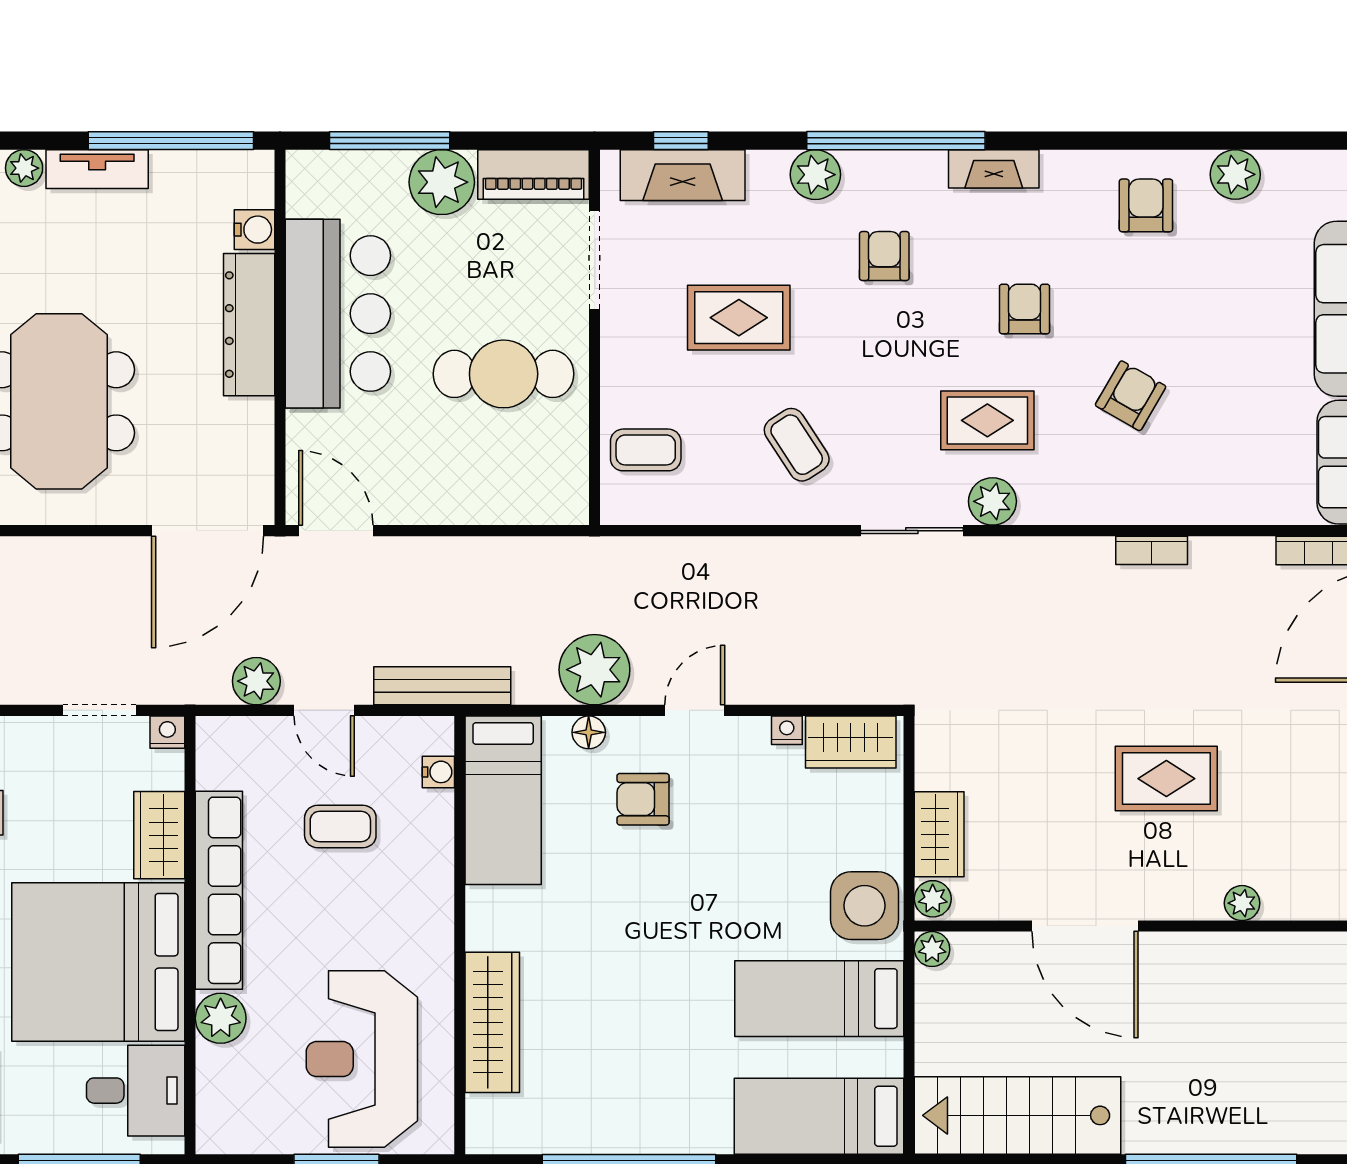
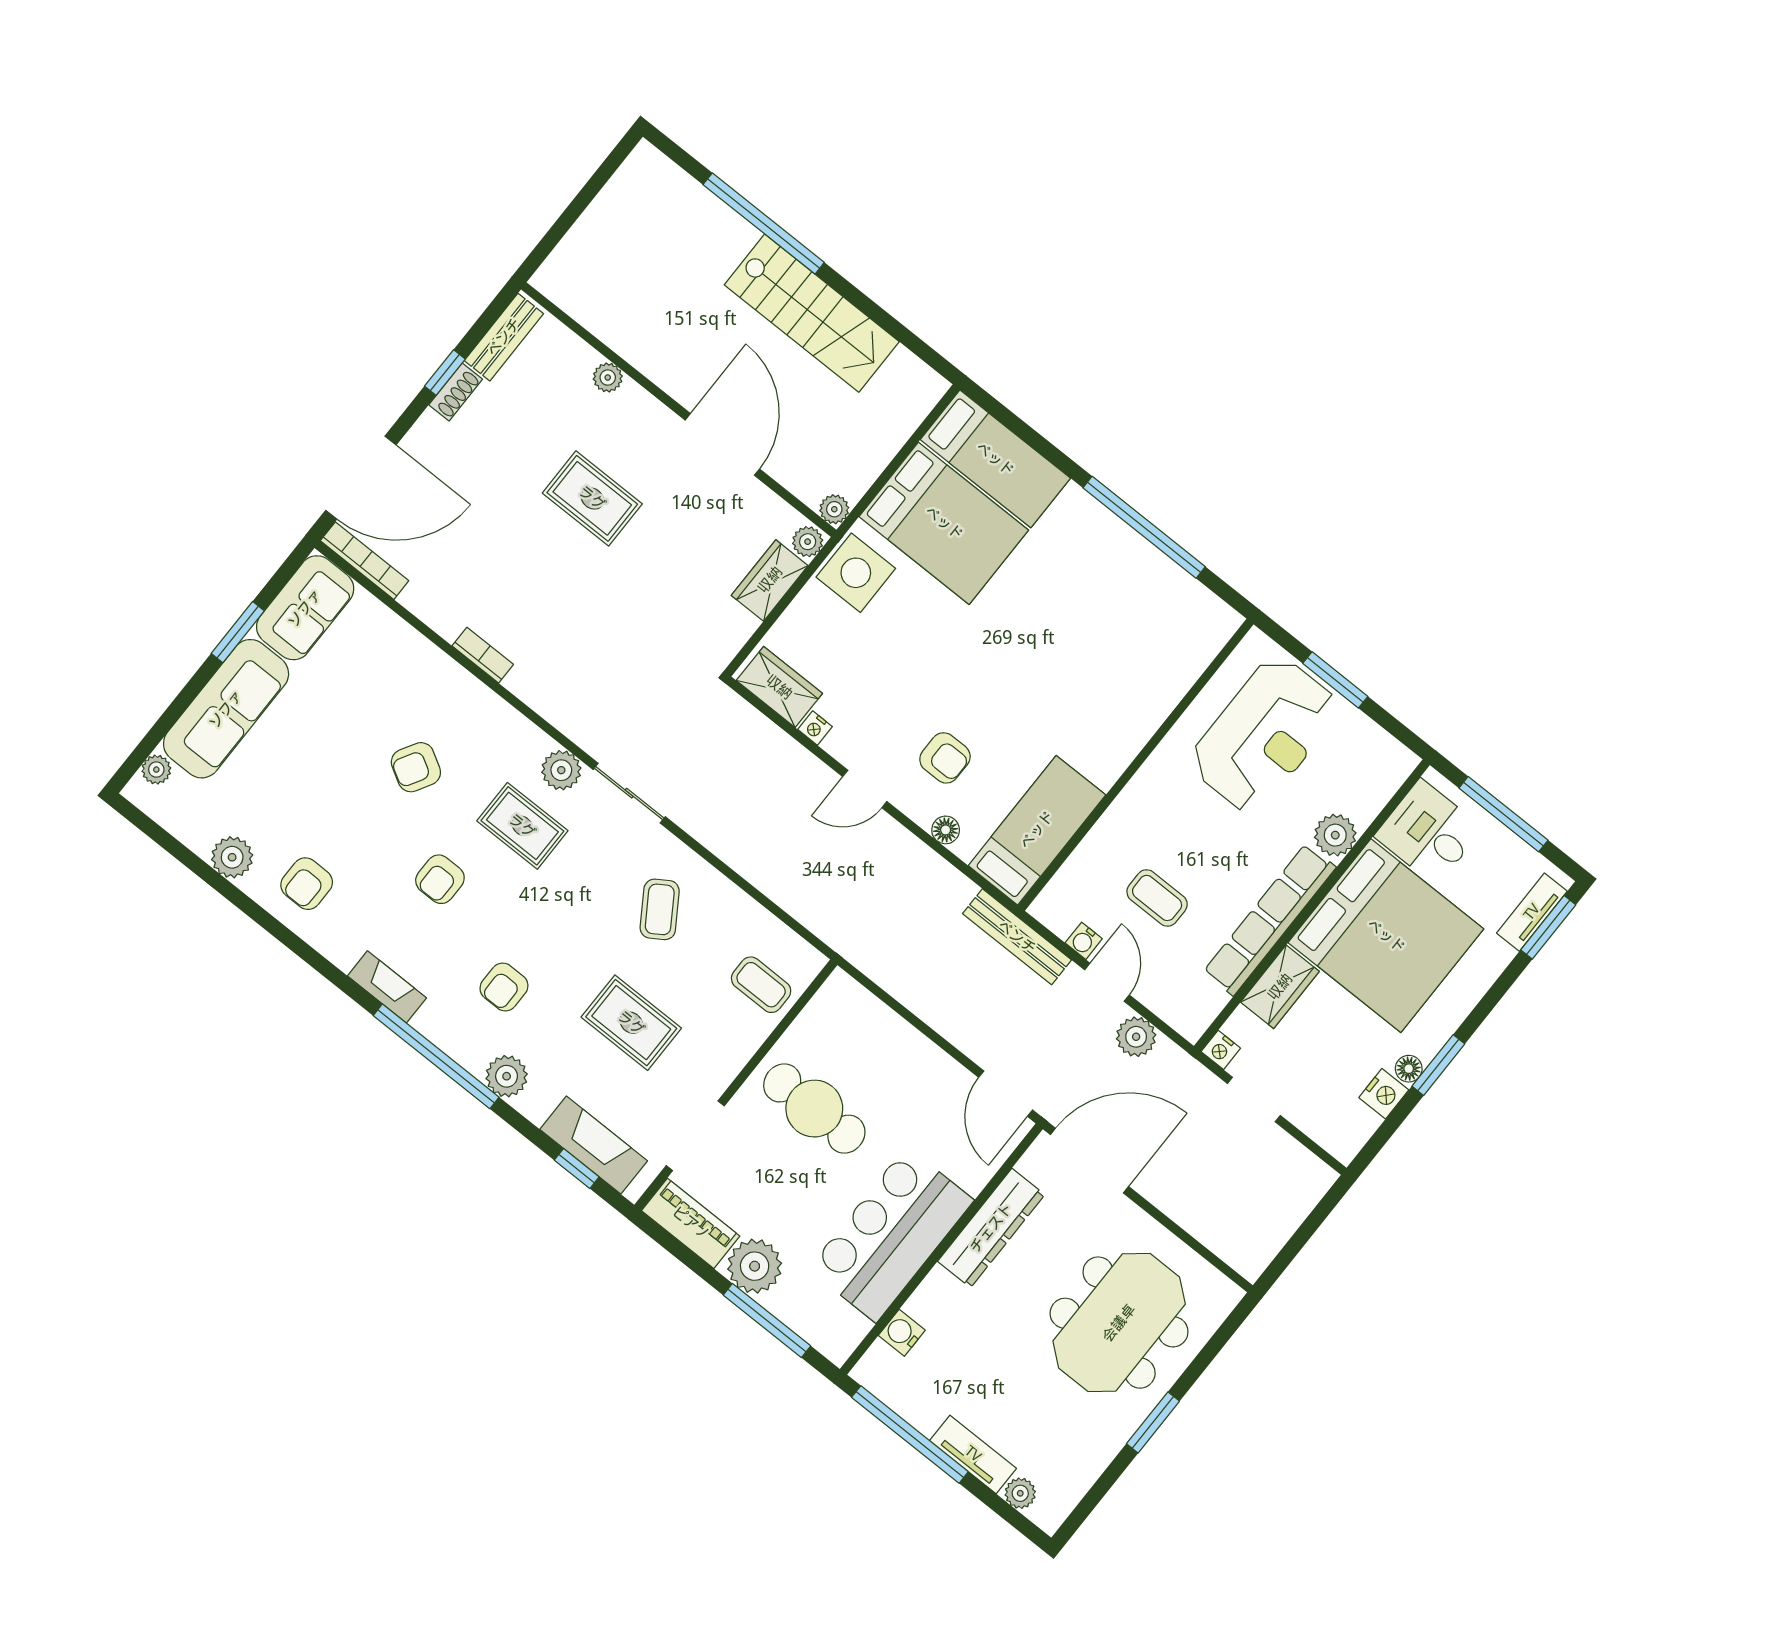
dresser: (249, 325) -> (991, 1228), moved
plant: (594, 670) -> (909, 868), removed
water cooler: (438, 772) -> (1084, 941), moved, turned -90
bed: (819, 999) -> (944, 523), width x1.50
wardrobe: (492, 1022) -> (1160, 691), removed
stairs: (1018, 1115) -> (812, 313), moved

